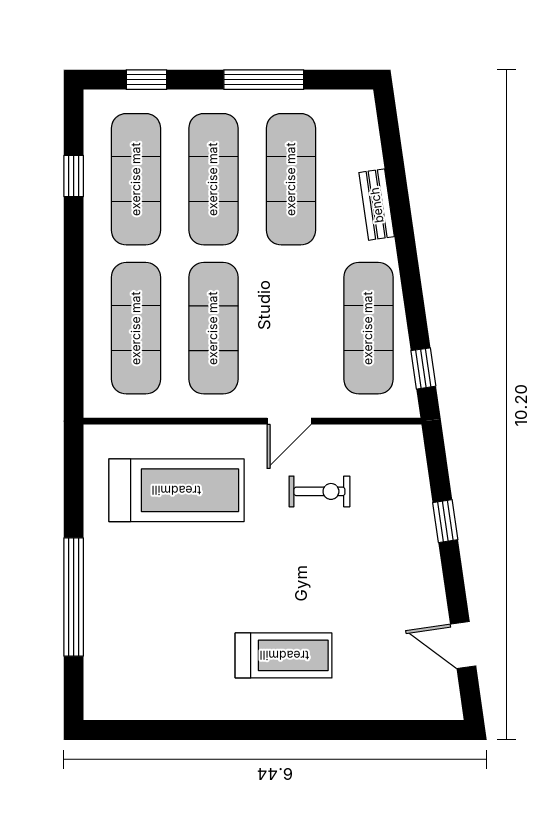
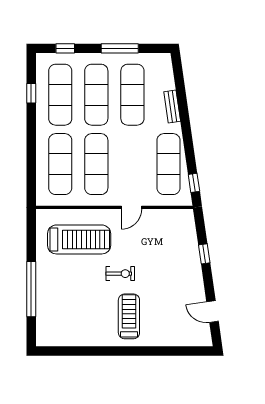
exercise bike: (319, 491) -> (120, 274), moved
treadmill: (284, 655) -> (129, 316), turned -90

